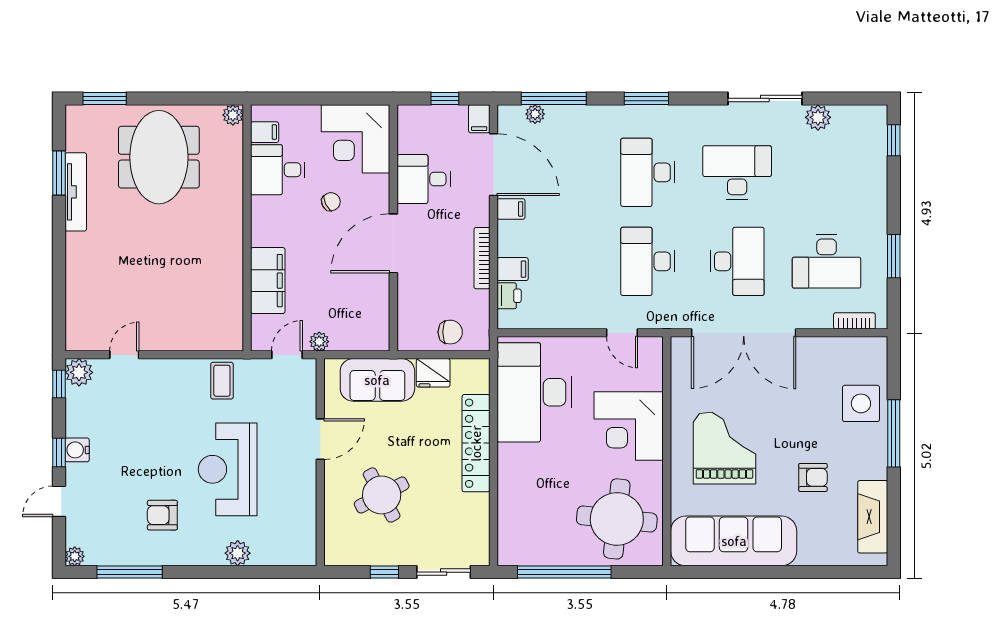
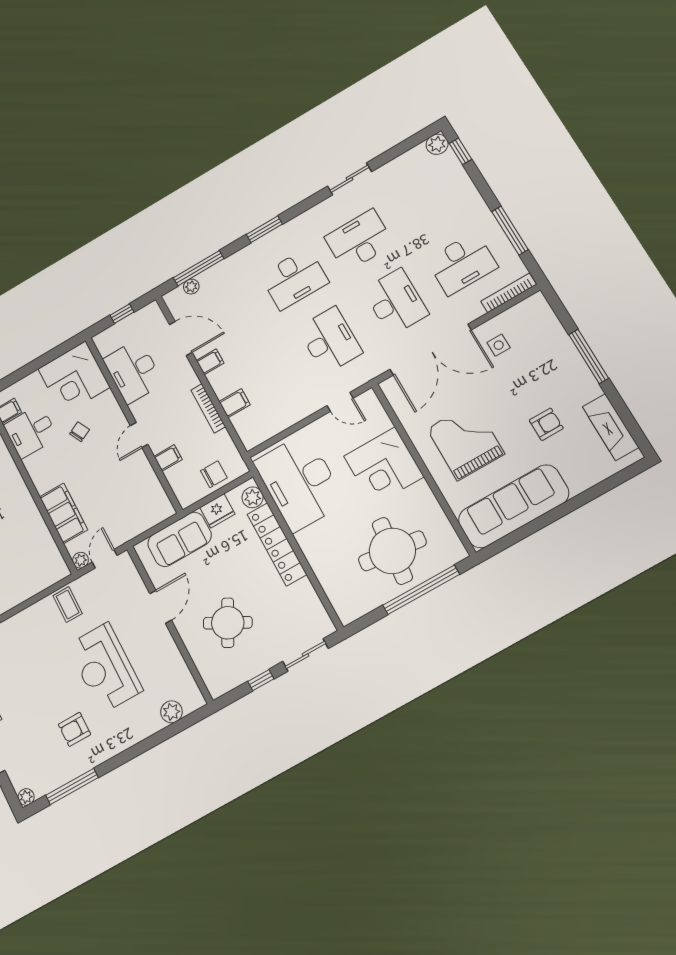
sliding door: (765, 98) -> (350, 179), width x0.73
plant: (818, 117) -> (437, 144), moved
filing cabinet: (479, 119) -> (168, 458), moved, turned -90
door: (493, 165) -> (181, 338), width x0.73
desk: (648, 172) -> (294, 279), turned -90
desk: (424, 179) -> (133, 371), width x1.37
door: (393, 243) -> (139, 435), width x0.53
window: (894, 256) -> (510, 231), width x1.44
desk: (648, 261) -> (330, 340), turned 180
printer: (509, 296) -> (242, 423), removed
bookcase: (854, 321) -> (509, 293), width x1.56
plant: (319, 342) -> (81, 560), moved
plant: (477, 380) -> (253, 497), added
side table: (861, 403) -> (499, 345), moved, width x0.54, depth x0.54
round table: (382, 495) -> (228, 623), turned -34
round table: (617, 519) -> (392, 551), moved
plant: (238, 553) -> (171, 712), moved
window: (564, 572) -> (421, 590), moved

